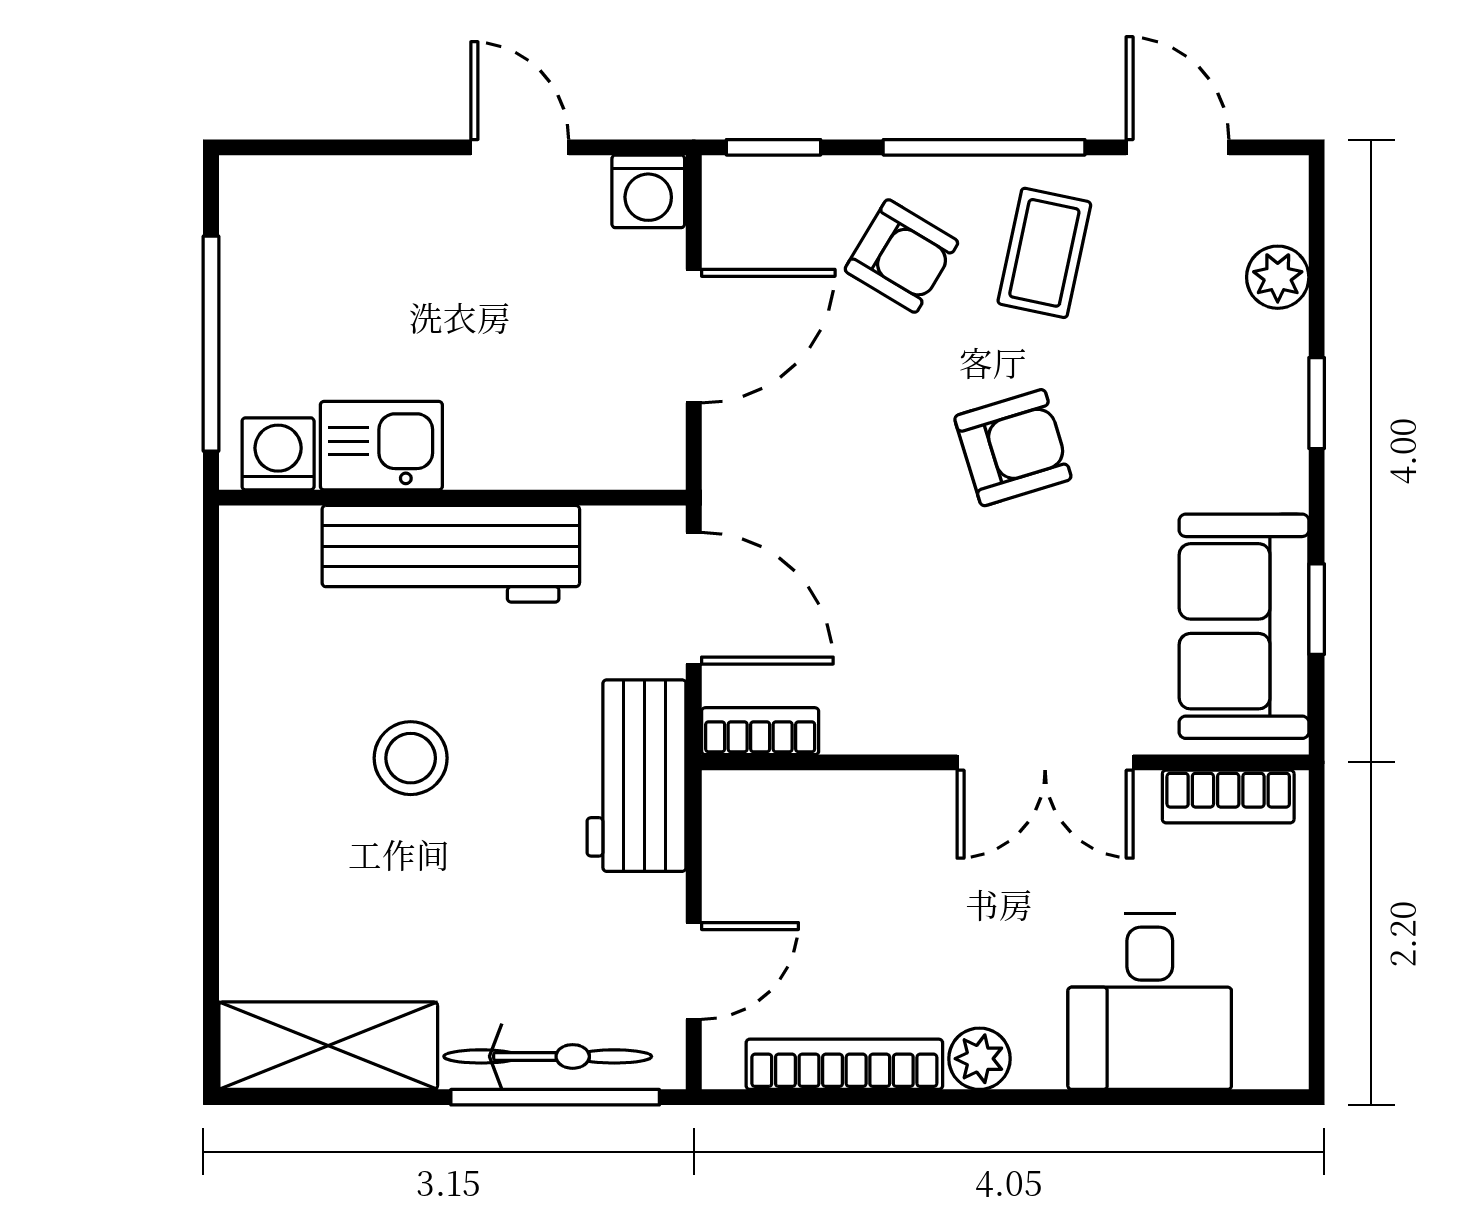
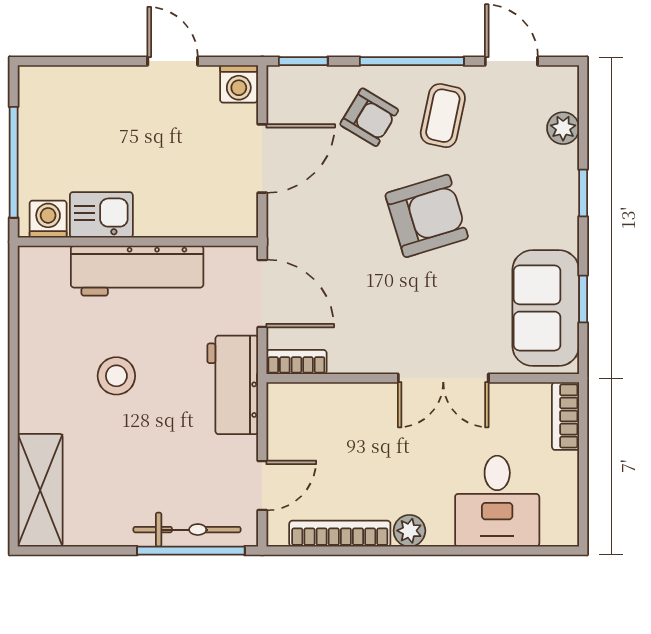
armchair: (1013, 448) -> (427, 216), width x1.38, depth x1.38
bookcase: (1228, 797) -> (566, 416), moved, turned 90
shelving: (328, 1046) -> (40, 490), moved, turned 90

